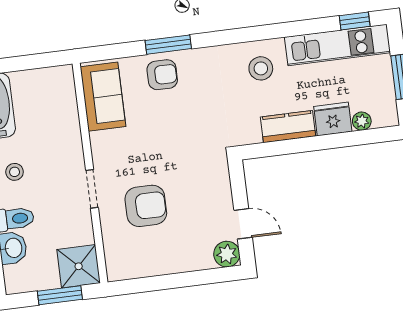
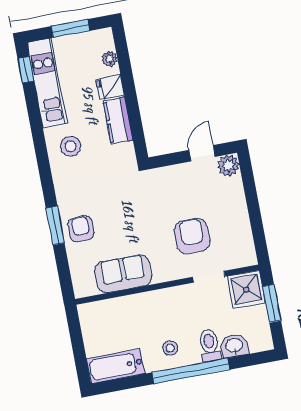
sofa: (103, 97) -> (123, 274), moved
fridge: (333, 119) -> (110, 87), width x0.72
doorway: (92, 189) -> (209, 277), moved

